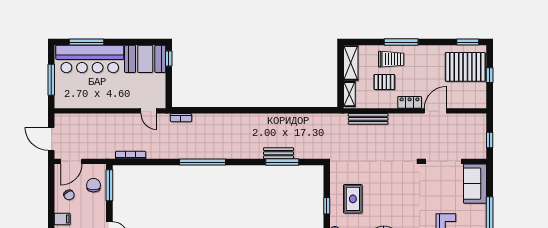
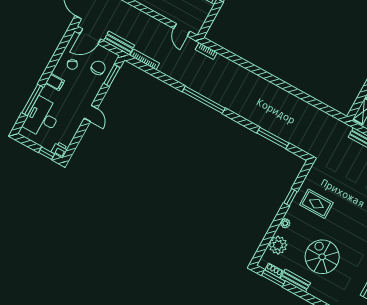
bench: (279, 153) -> (119, 43), moved
window: (109, 185) -> (112, 75), width x0.69
rug: (353, 199) -> (316, 204), turned 90

